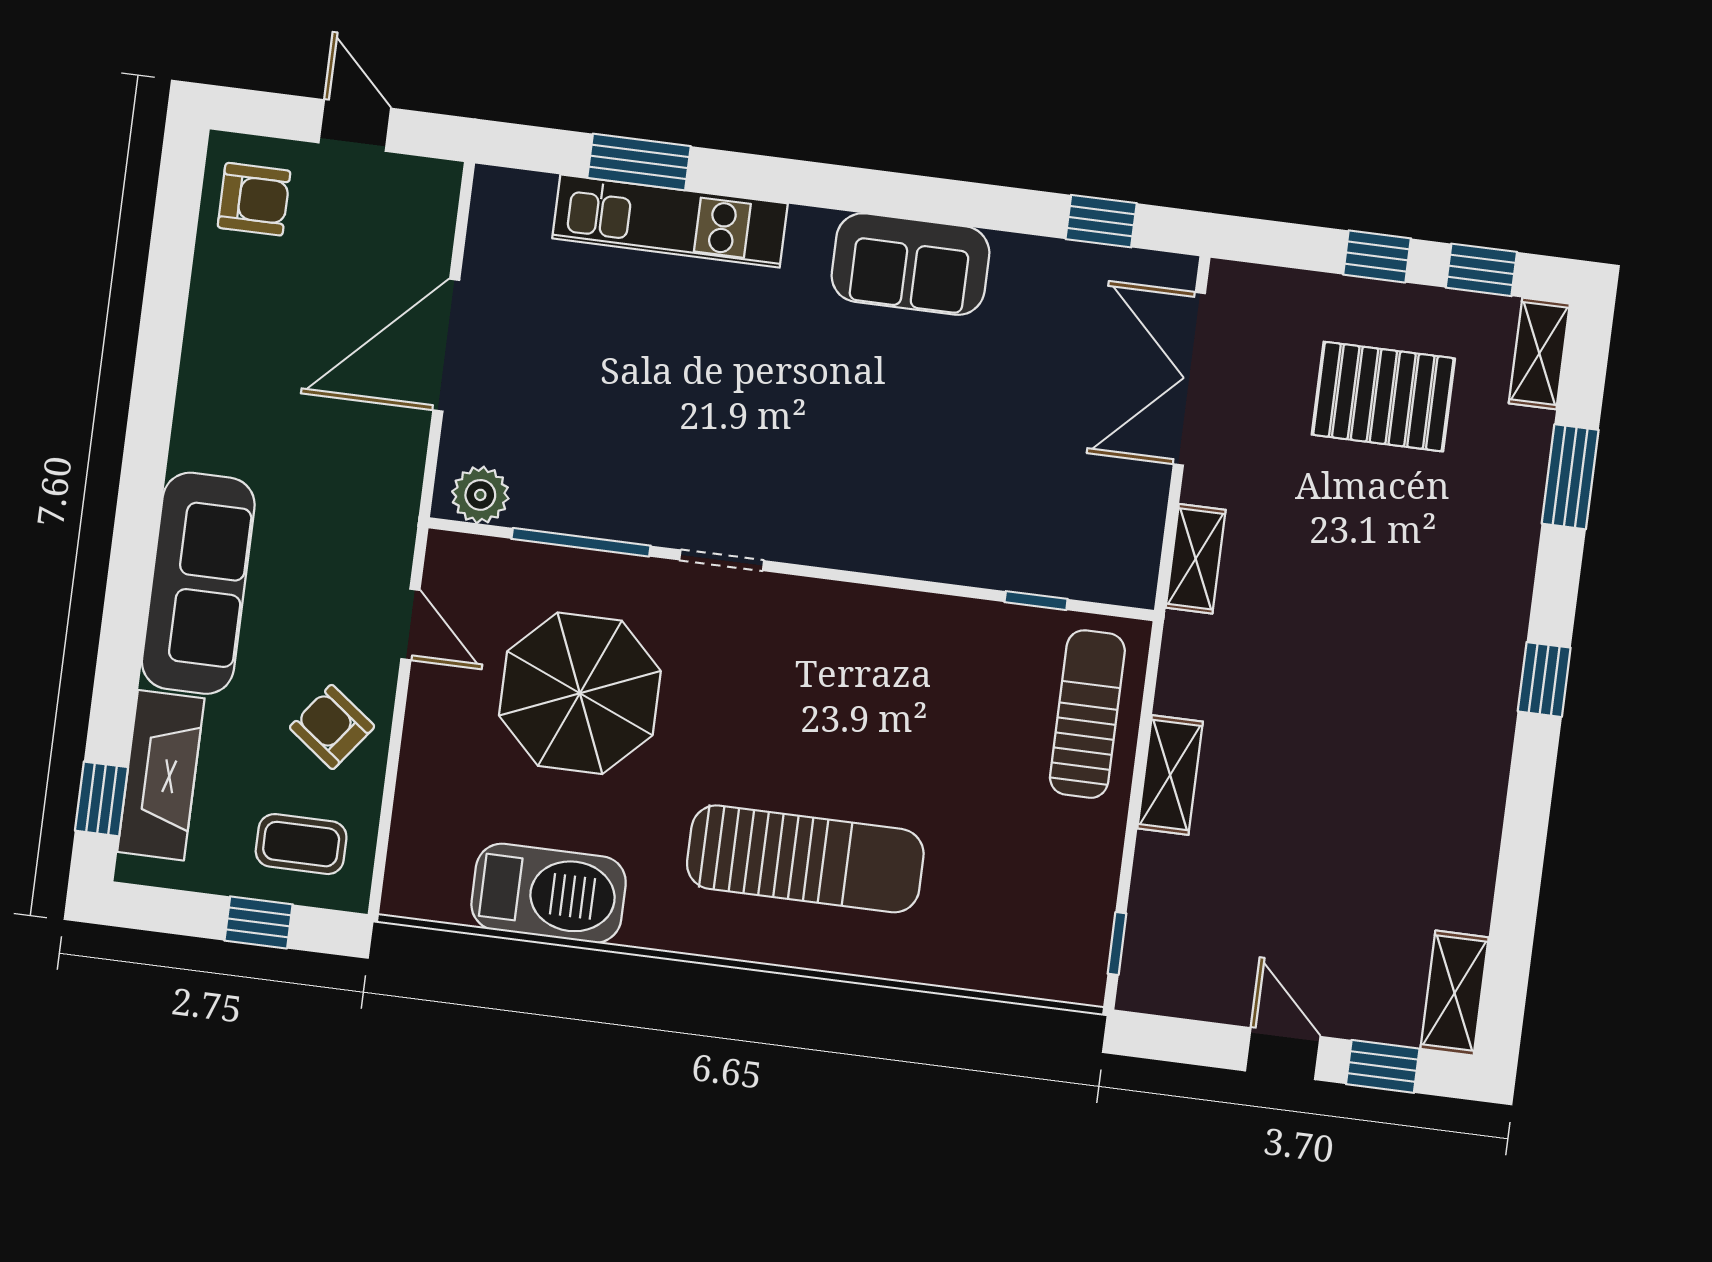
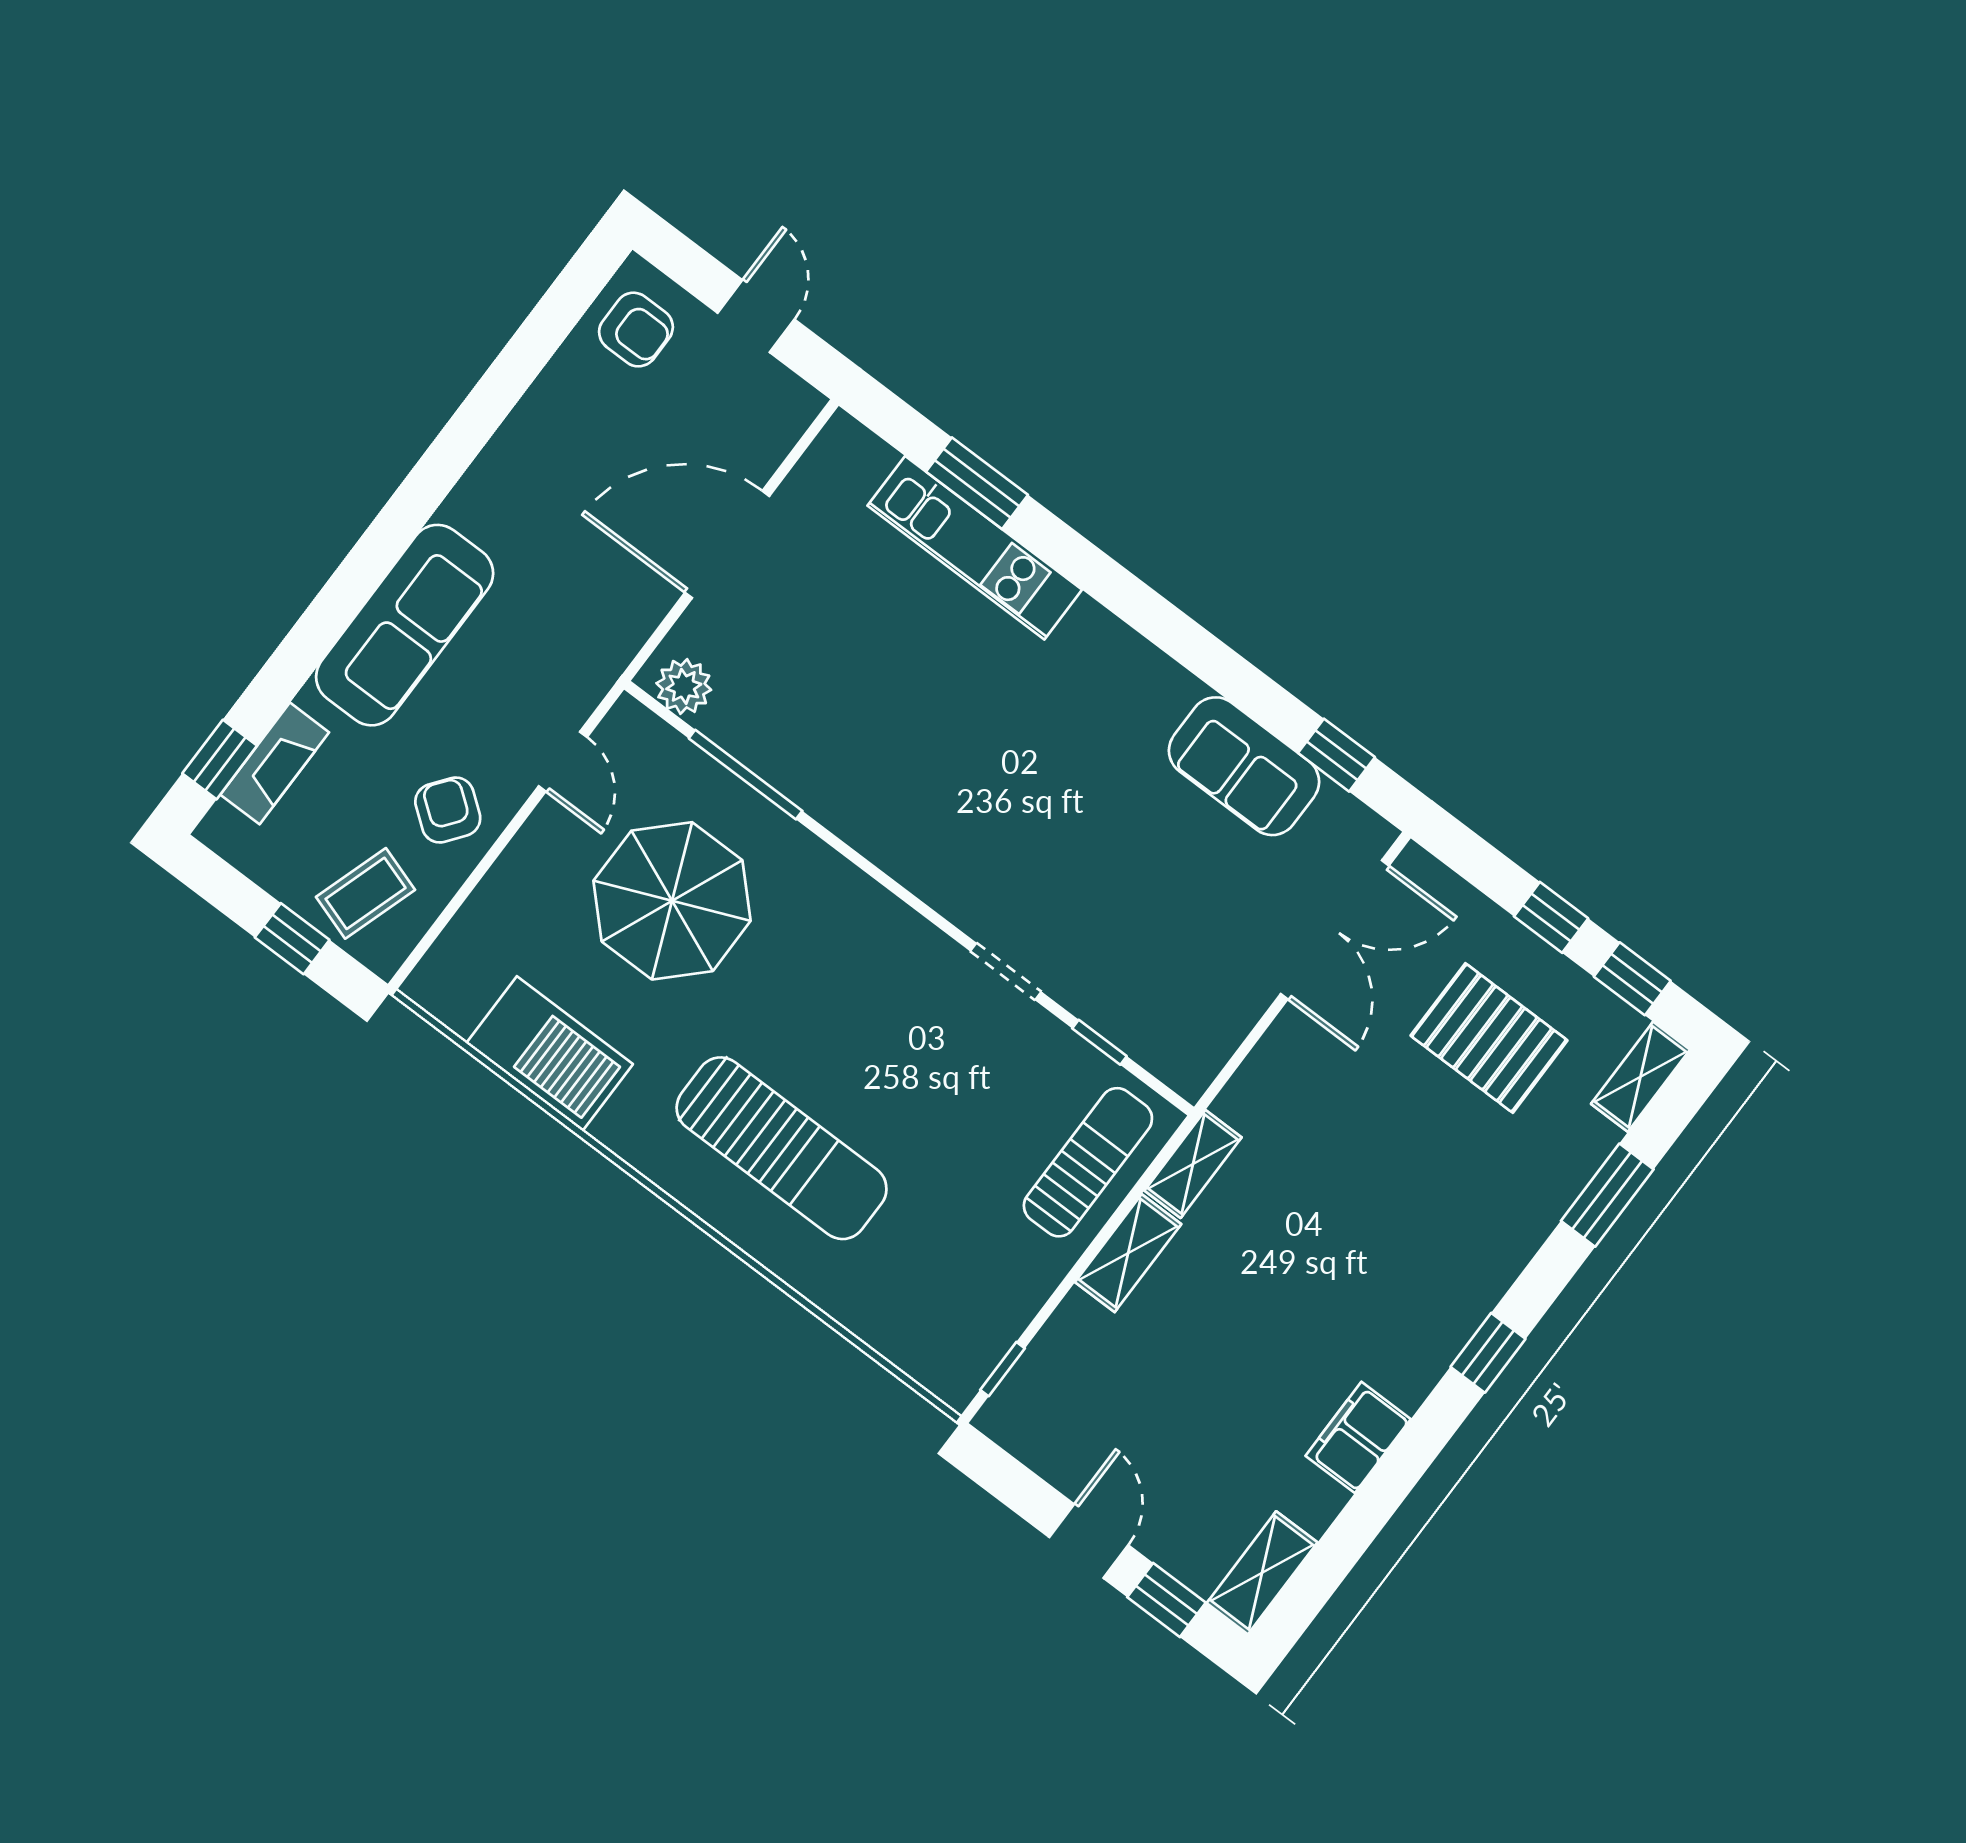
sofa: (910, 264) -> (1244, 766), moved
double door: (1189, 379) -> (1335, 930), swing flipped
shelving: (1196, 559) -> (1193, 1164), moved
doorway: (722, 560) -> (1006, 971), moved
fireplace: (161, 775) -> (275, 763), width x0.73, depth x0.76
filing cabinet: (1471, 822) -> (1358, 1437), added
coffee table: (301, 844) -> (366, 893), turned -72

